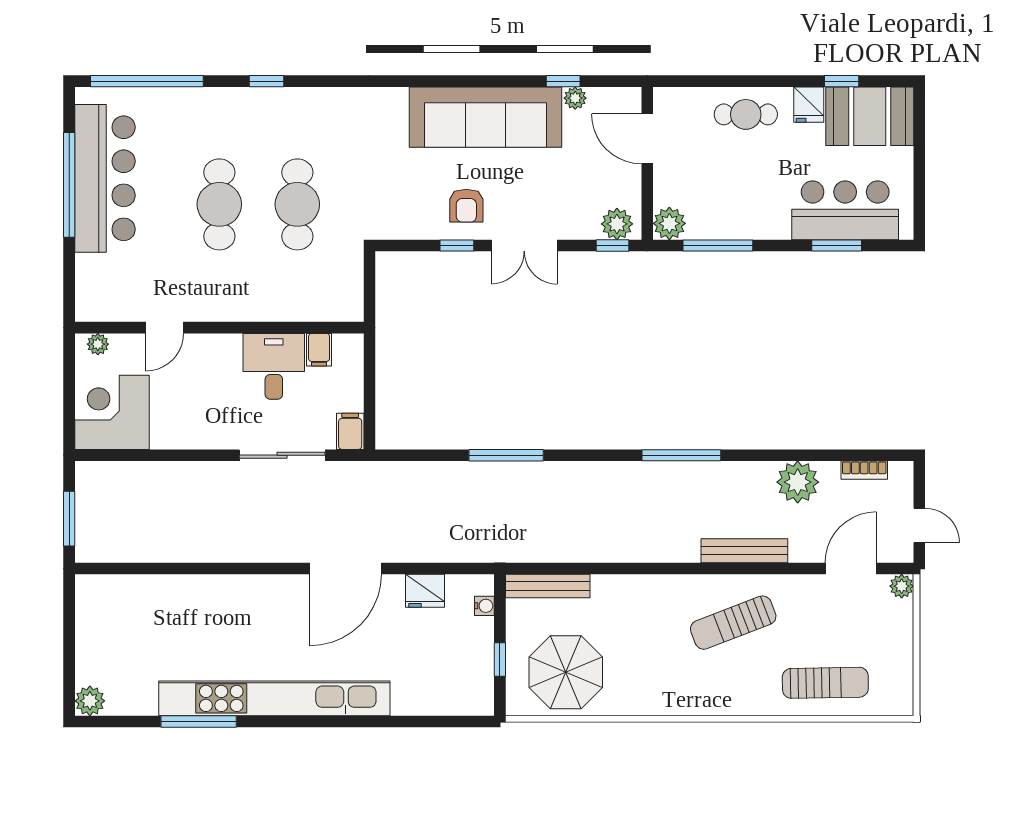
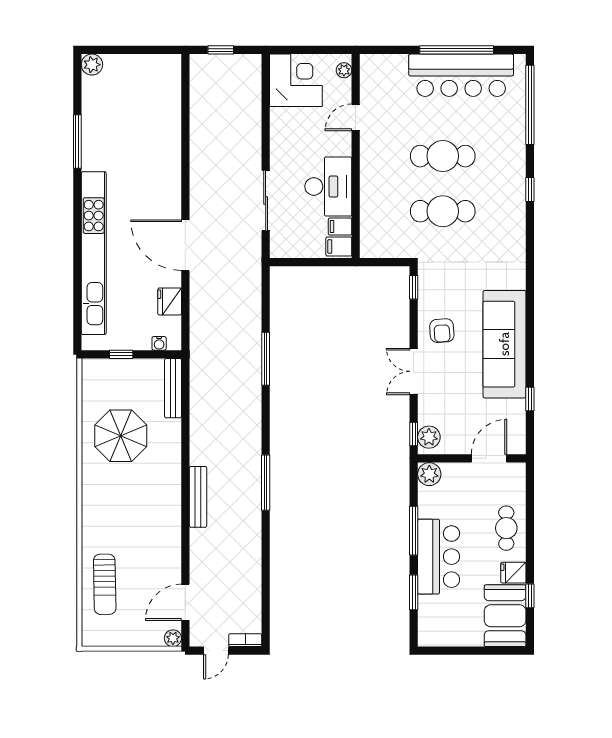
plant: (575, 98) -> (518, 408), removed
armchair: (466, 206) -> (442, 331), turned -94
bar counter: (845, 210) -> (439, 557), moved
window: (457, 245) -> (414, 287), moved
window: (718, 245) -> (414, 531), moved
door: (165, 328) -> (356, 117), hinge flipped
desk: (274, 366) -> (328, 187), width x1.37
filing cabinet: (350, 431) -> (339, 246), moved, turned 180
bookcase: (864, 470) -> (245, 640), moved, turned 90
plant: (798, 482) -> (247, 565), removed
window: (69, 519) -> (221, 50), width x0.67
bench: (744, 551) -> (198, 497), moved
door: (851, 569) -> (185, 602), swing flipped
sun lounger: (733, 623) -> (147, 519), removed
parasol: (566, 672) -> (121, 436), moved
kitchen unit: (274, 698) -> (94, 253), moved

